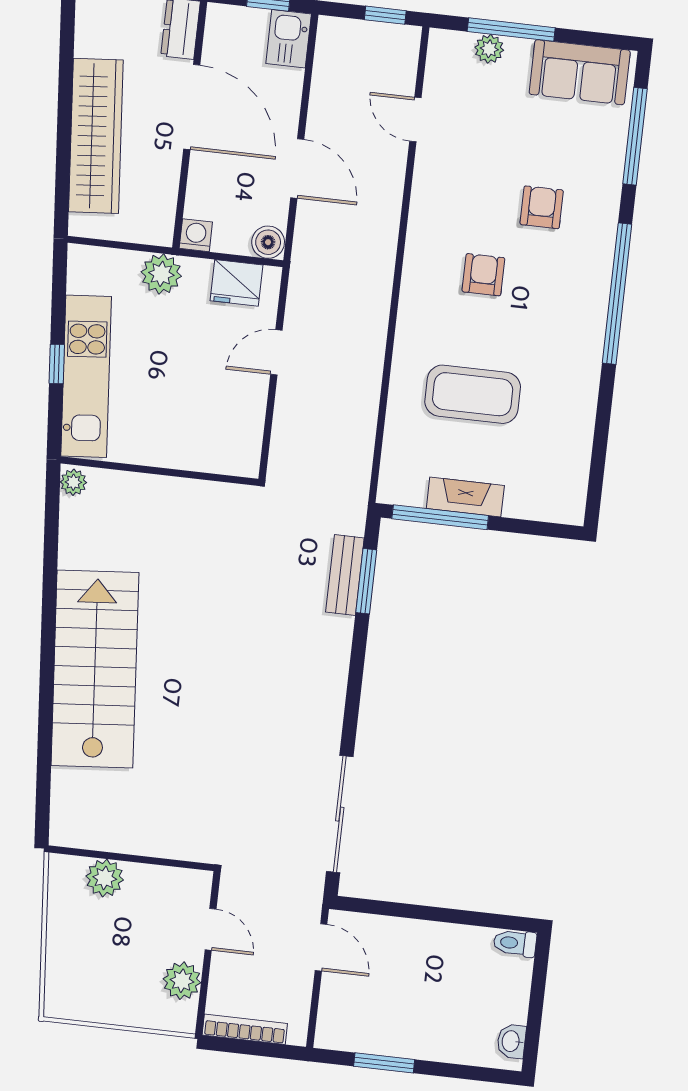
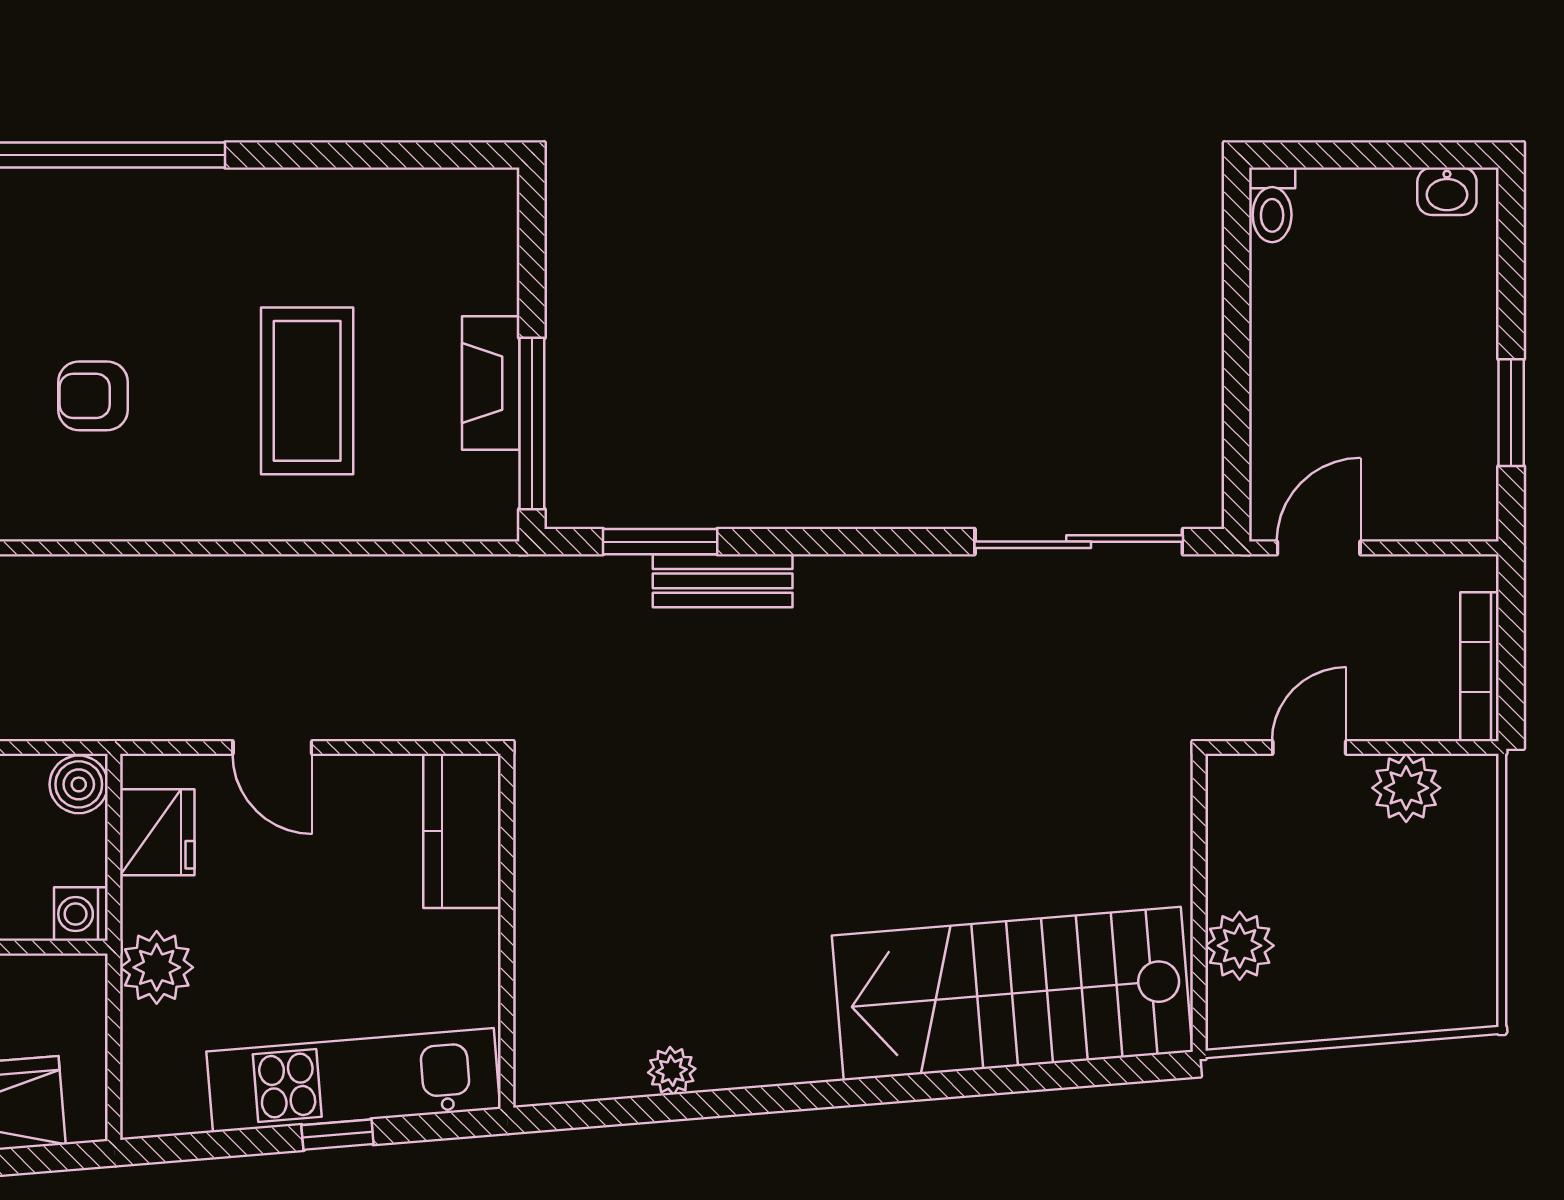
kitchen counter: (218, 453) -> (462, 831), added
plant: (73, 482) -> (672, 1071), moved
bench: (345, 575) -> (723, 581), moved
stairs: (95, 669) -> (1012, 994), moved

